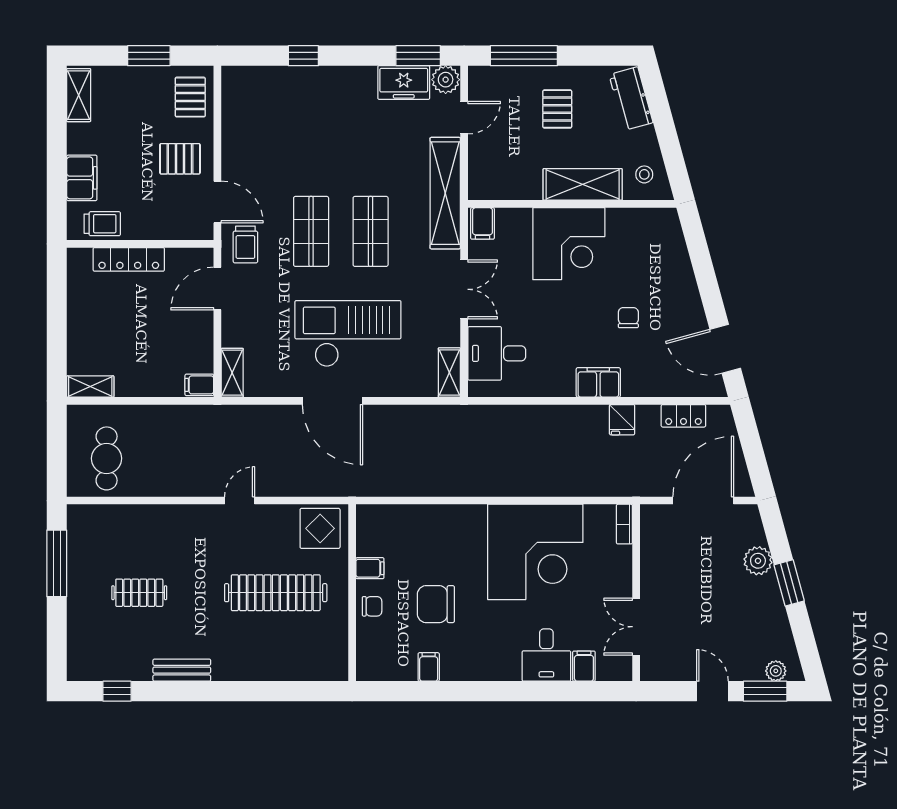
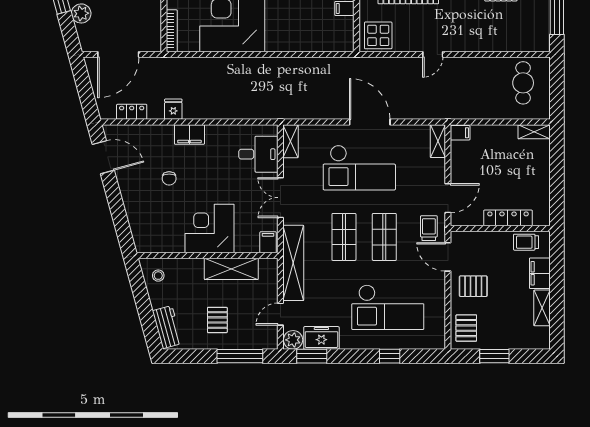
shelving: (79, 95) -> (542, 308), moved
checkout: (306, 128) -> (388, 307), added
shelving: (583, 184) -> (231, 269), moved
bookcase: (624, 524) -> (172, 31), width x1.56

